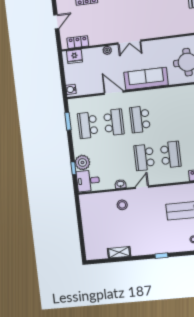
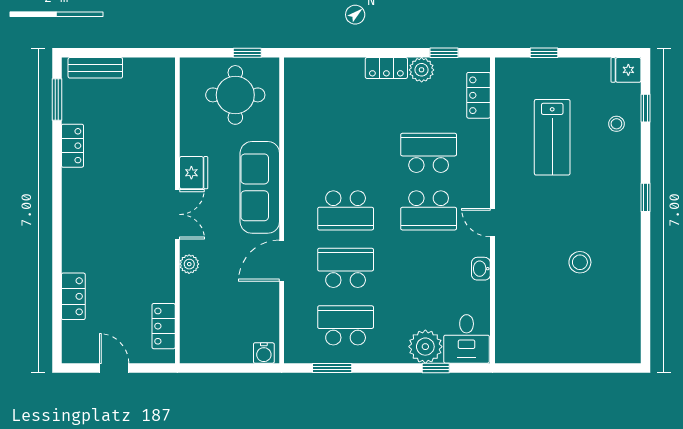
fridge: (74, 56) -> (194, 173), moved
school desk: (88, 125) -> (346, 325), turned 180
stool: (122, 205) -> (580, 262), moved
shelving: (119, 252) -> (630, 289), removed

